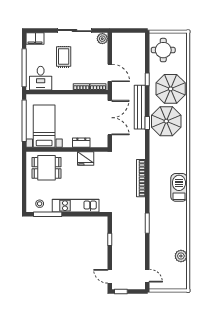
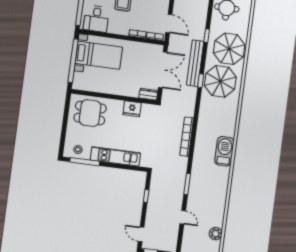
bed with nightstands: (44, 126) -> (99, 55), moved, turned 90
dresser: (81, 143) -> (148, 94), moved
plant: (181, 256) -> (216, 234), moved
door: (147, 276) -> (183, 217), moved

